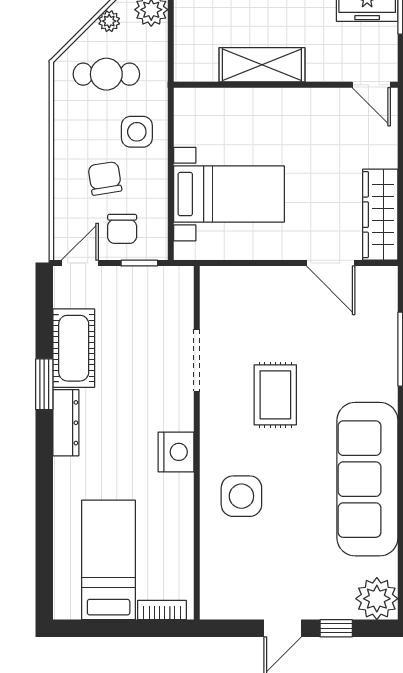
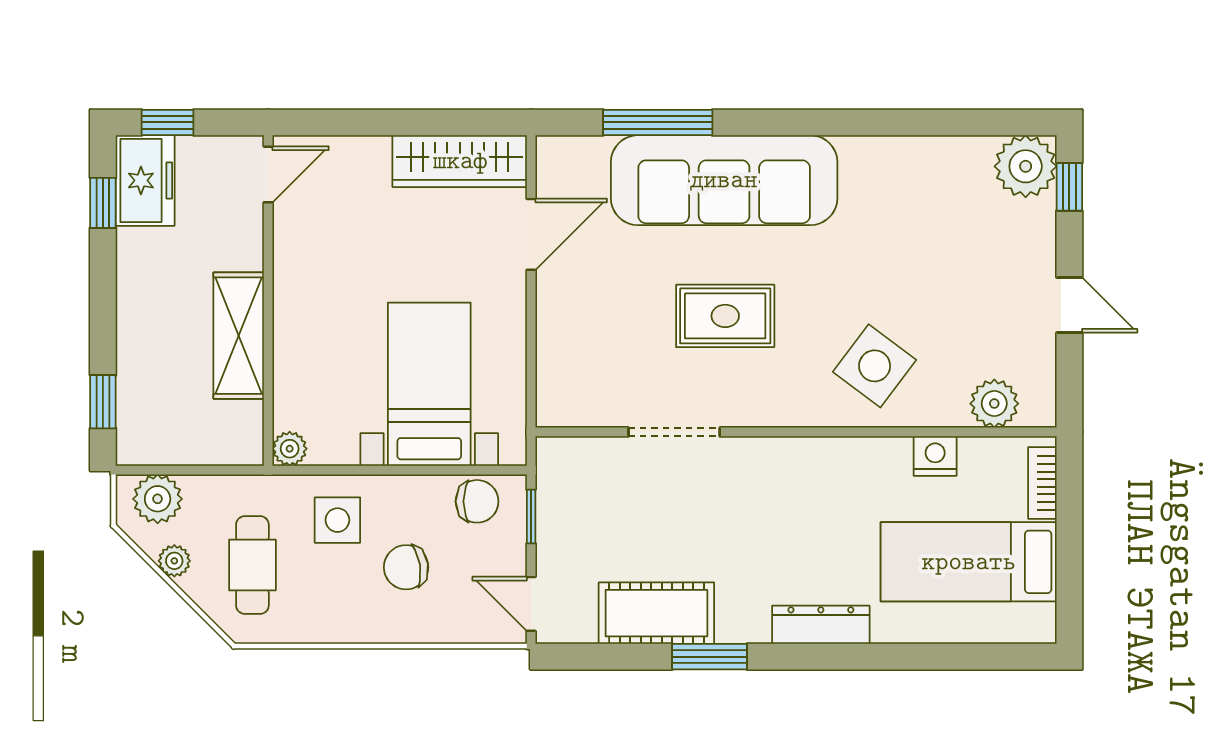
plant: (185, 99) -> (290, 449), added
chair: (122, 229) -> (477, 501), moved
dresser: (66, 423) -> (821, 625), moved
nightstand: (176, 452) -> (935, 456), moved, width x0.74, depth x0.75
sofa: (367, 479) -> (724, 180), moved
side table: (241, 496) -> (875, 366), turned 37
plant: (216, 577) -> (994, 404), added
window: (336, 628) -> (1069, 187), moved

